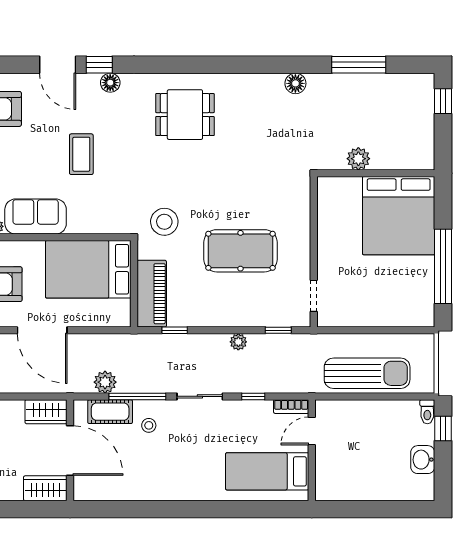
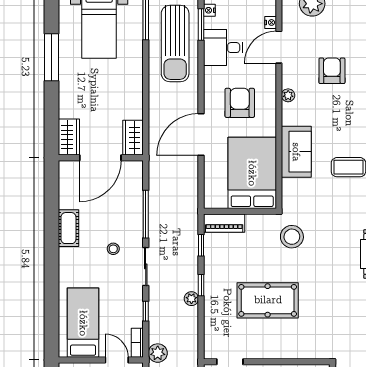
sofa: (36, 217) -> (296, 152), moved
pool table: (240, 251) -> (268, 300), turned 90
piano: (152, 294) -> (224, 223), width x0.73, depth x0.75
window: (278, 330) -> (201, 285), moved
plant: (105, 382) -> (158, 353), moved
cot: (110, 412) -> (68, 228), moved
stool: (149, 425) -> (113, 249), moved

